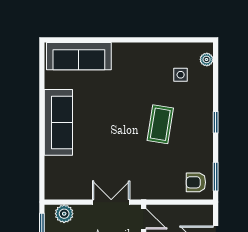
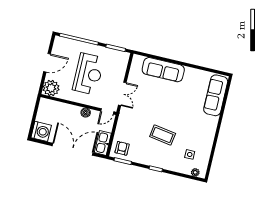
sofa: (58, 122) -> (163, 70), moved
plant: (64, 214) -> (122, 64), removed
kitchen sink: (195, 214) -> (103, 143), added

